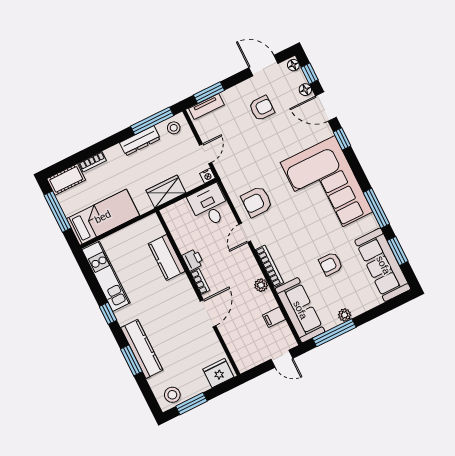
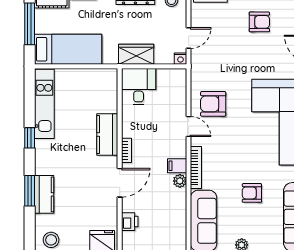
desk: (209, 206) -> (139, 87), moved
door: (245, 233) -> (189, 126), swing flipped
kitchen counter: (167, 257) -> (107, 134), moved
printer: (193, 260) -> (130, 222), moved
filing cabinet: (274, 317) -> (177, 166), moved
kitchen counter: (142, 349) -> (44, 194), width x0.67

